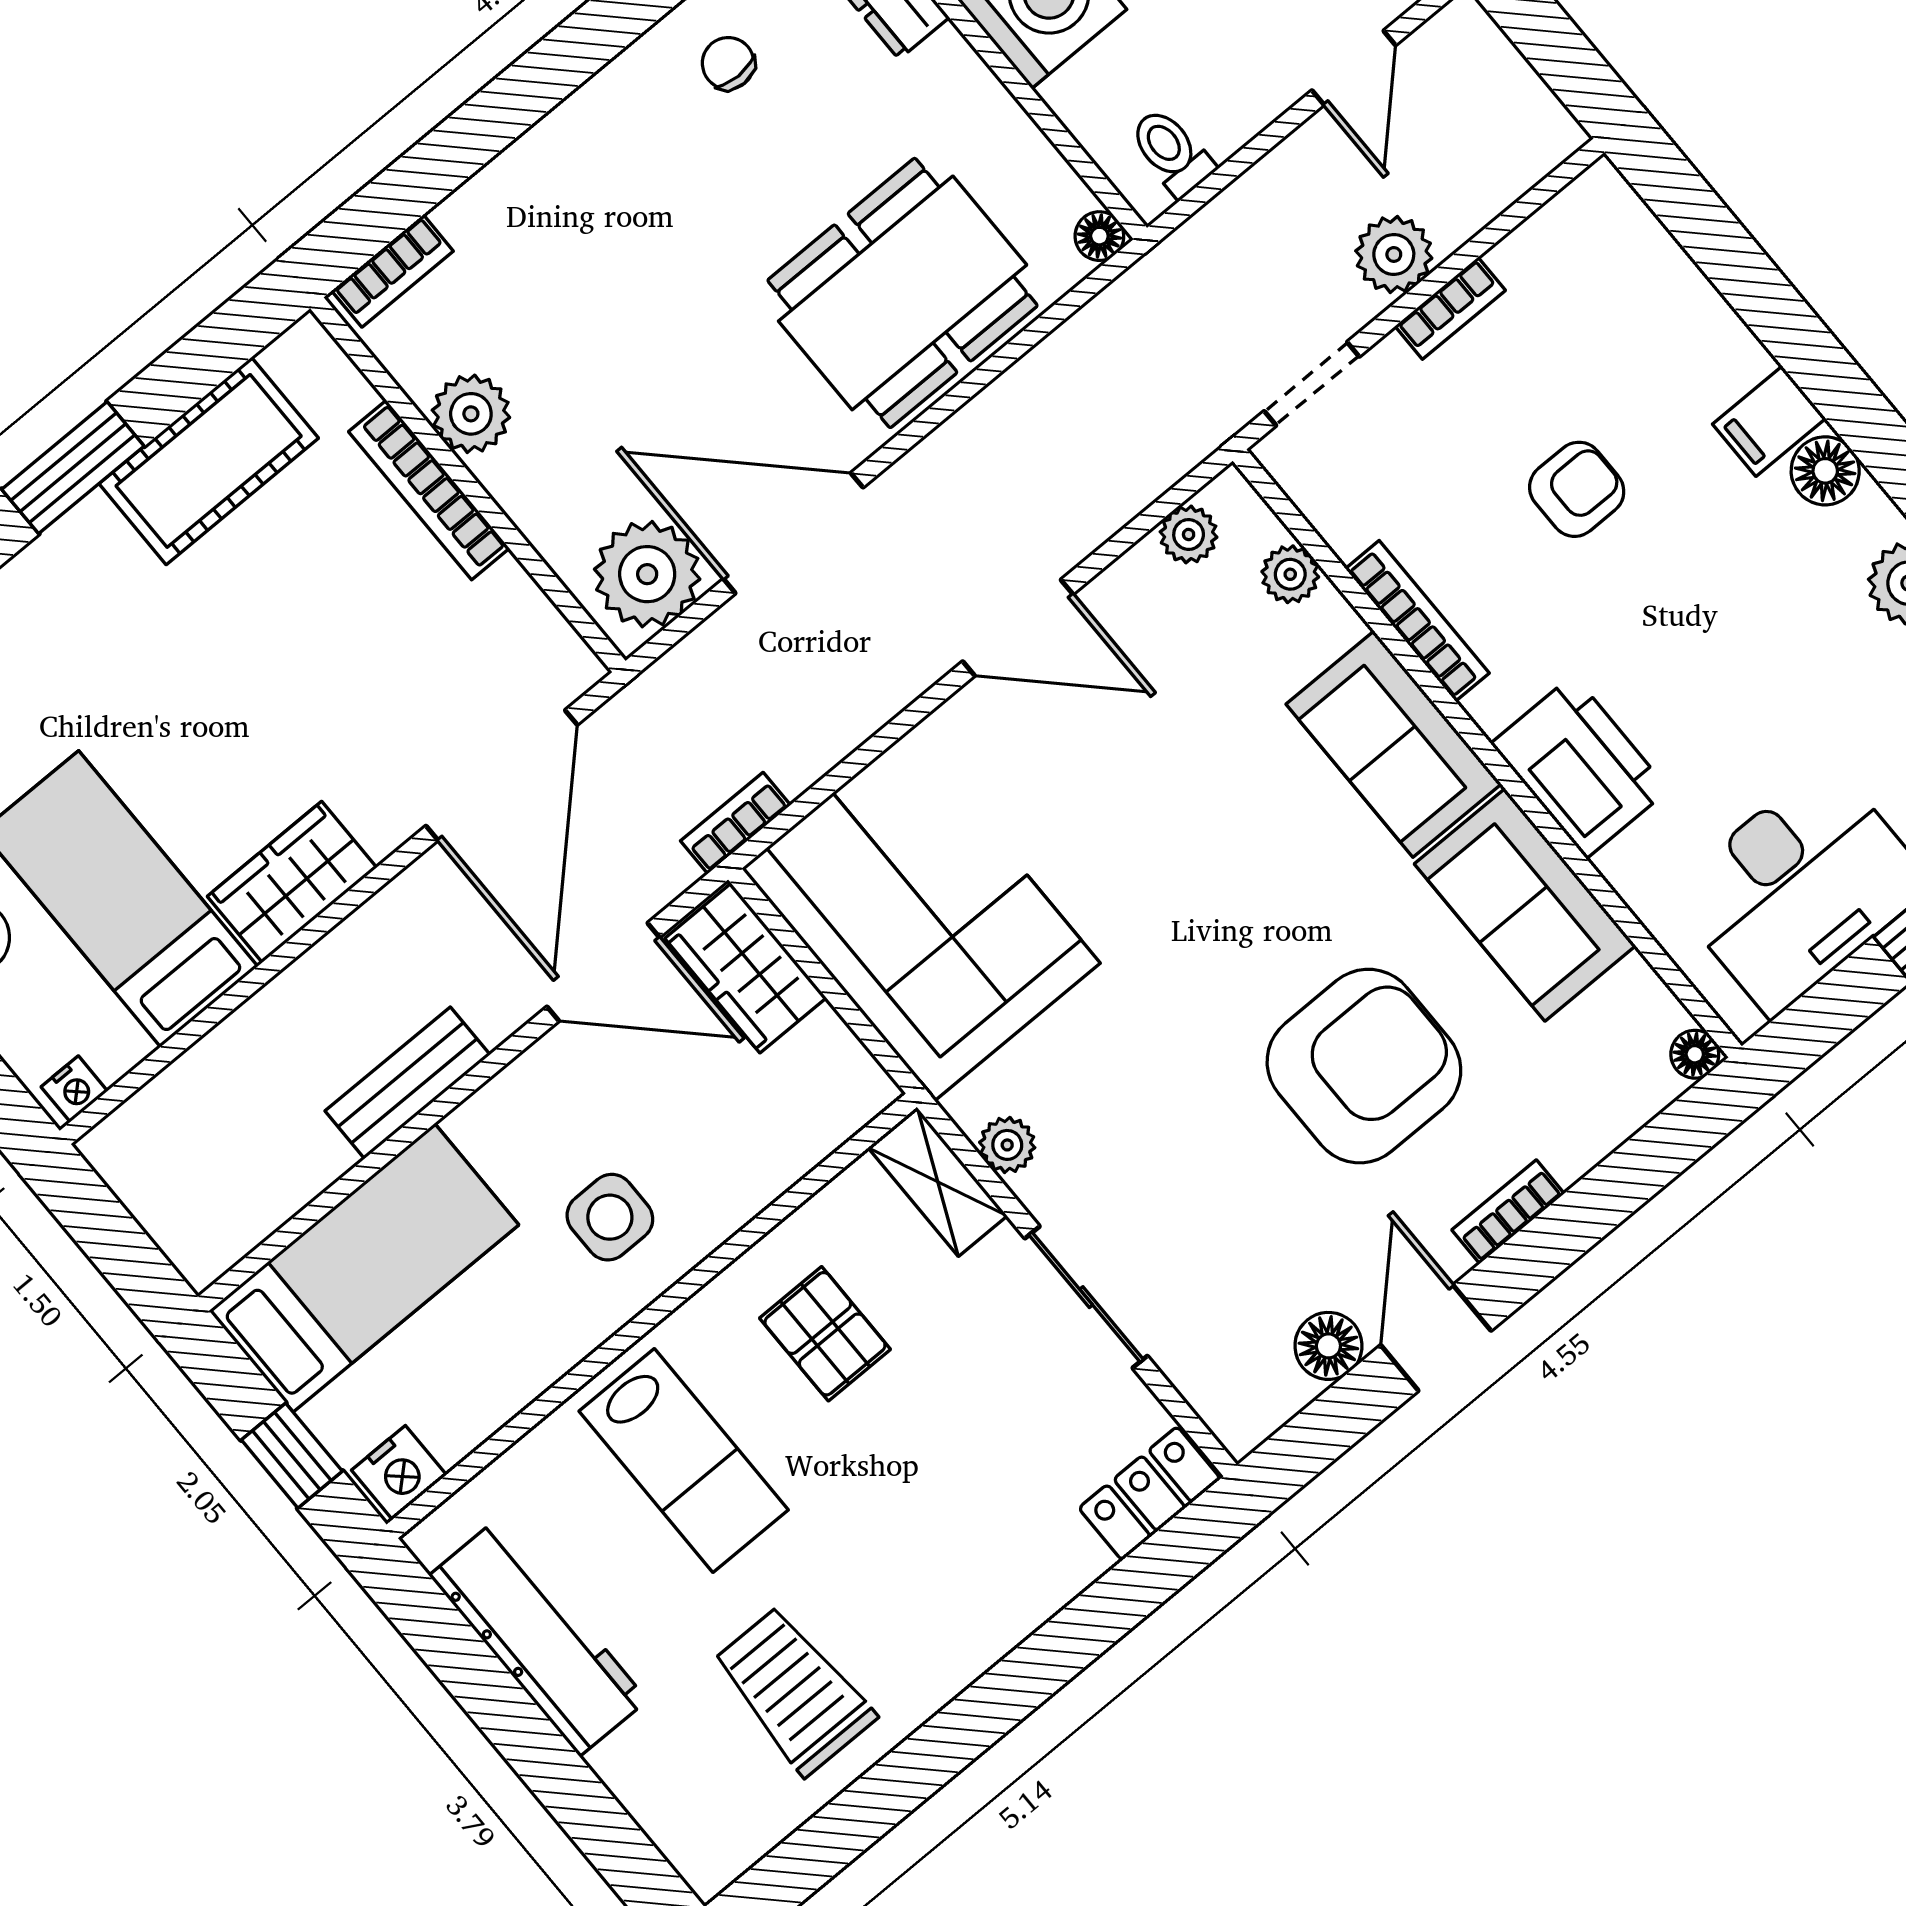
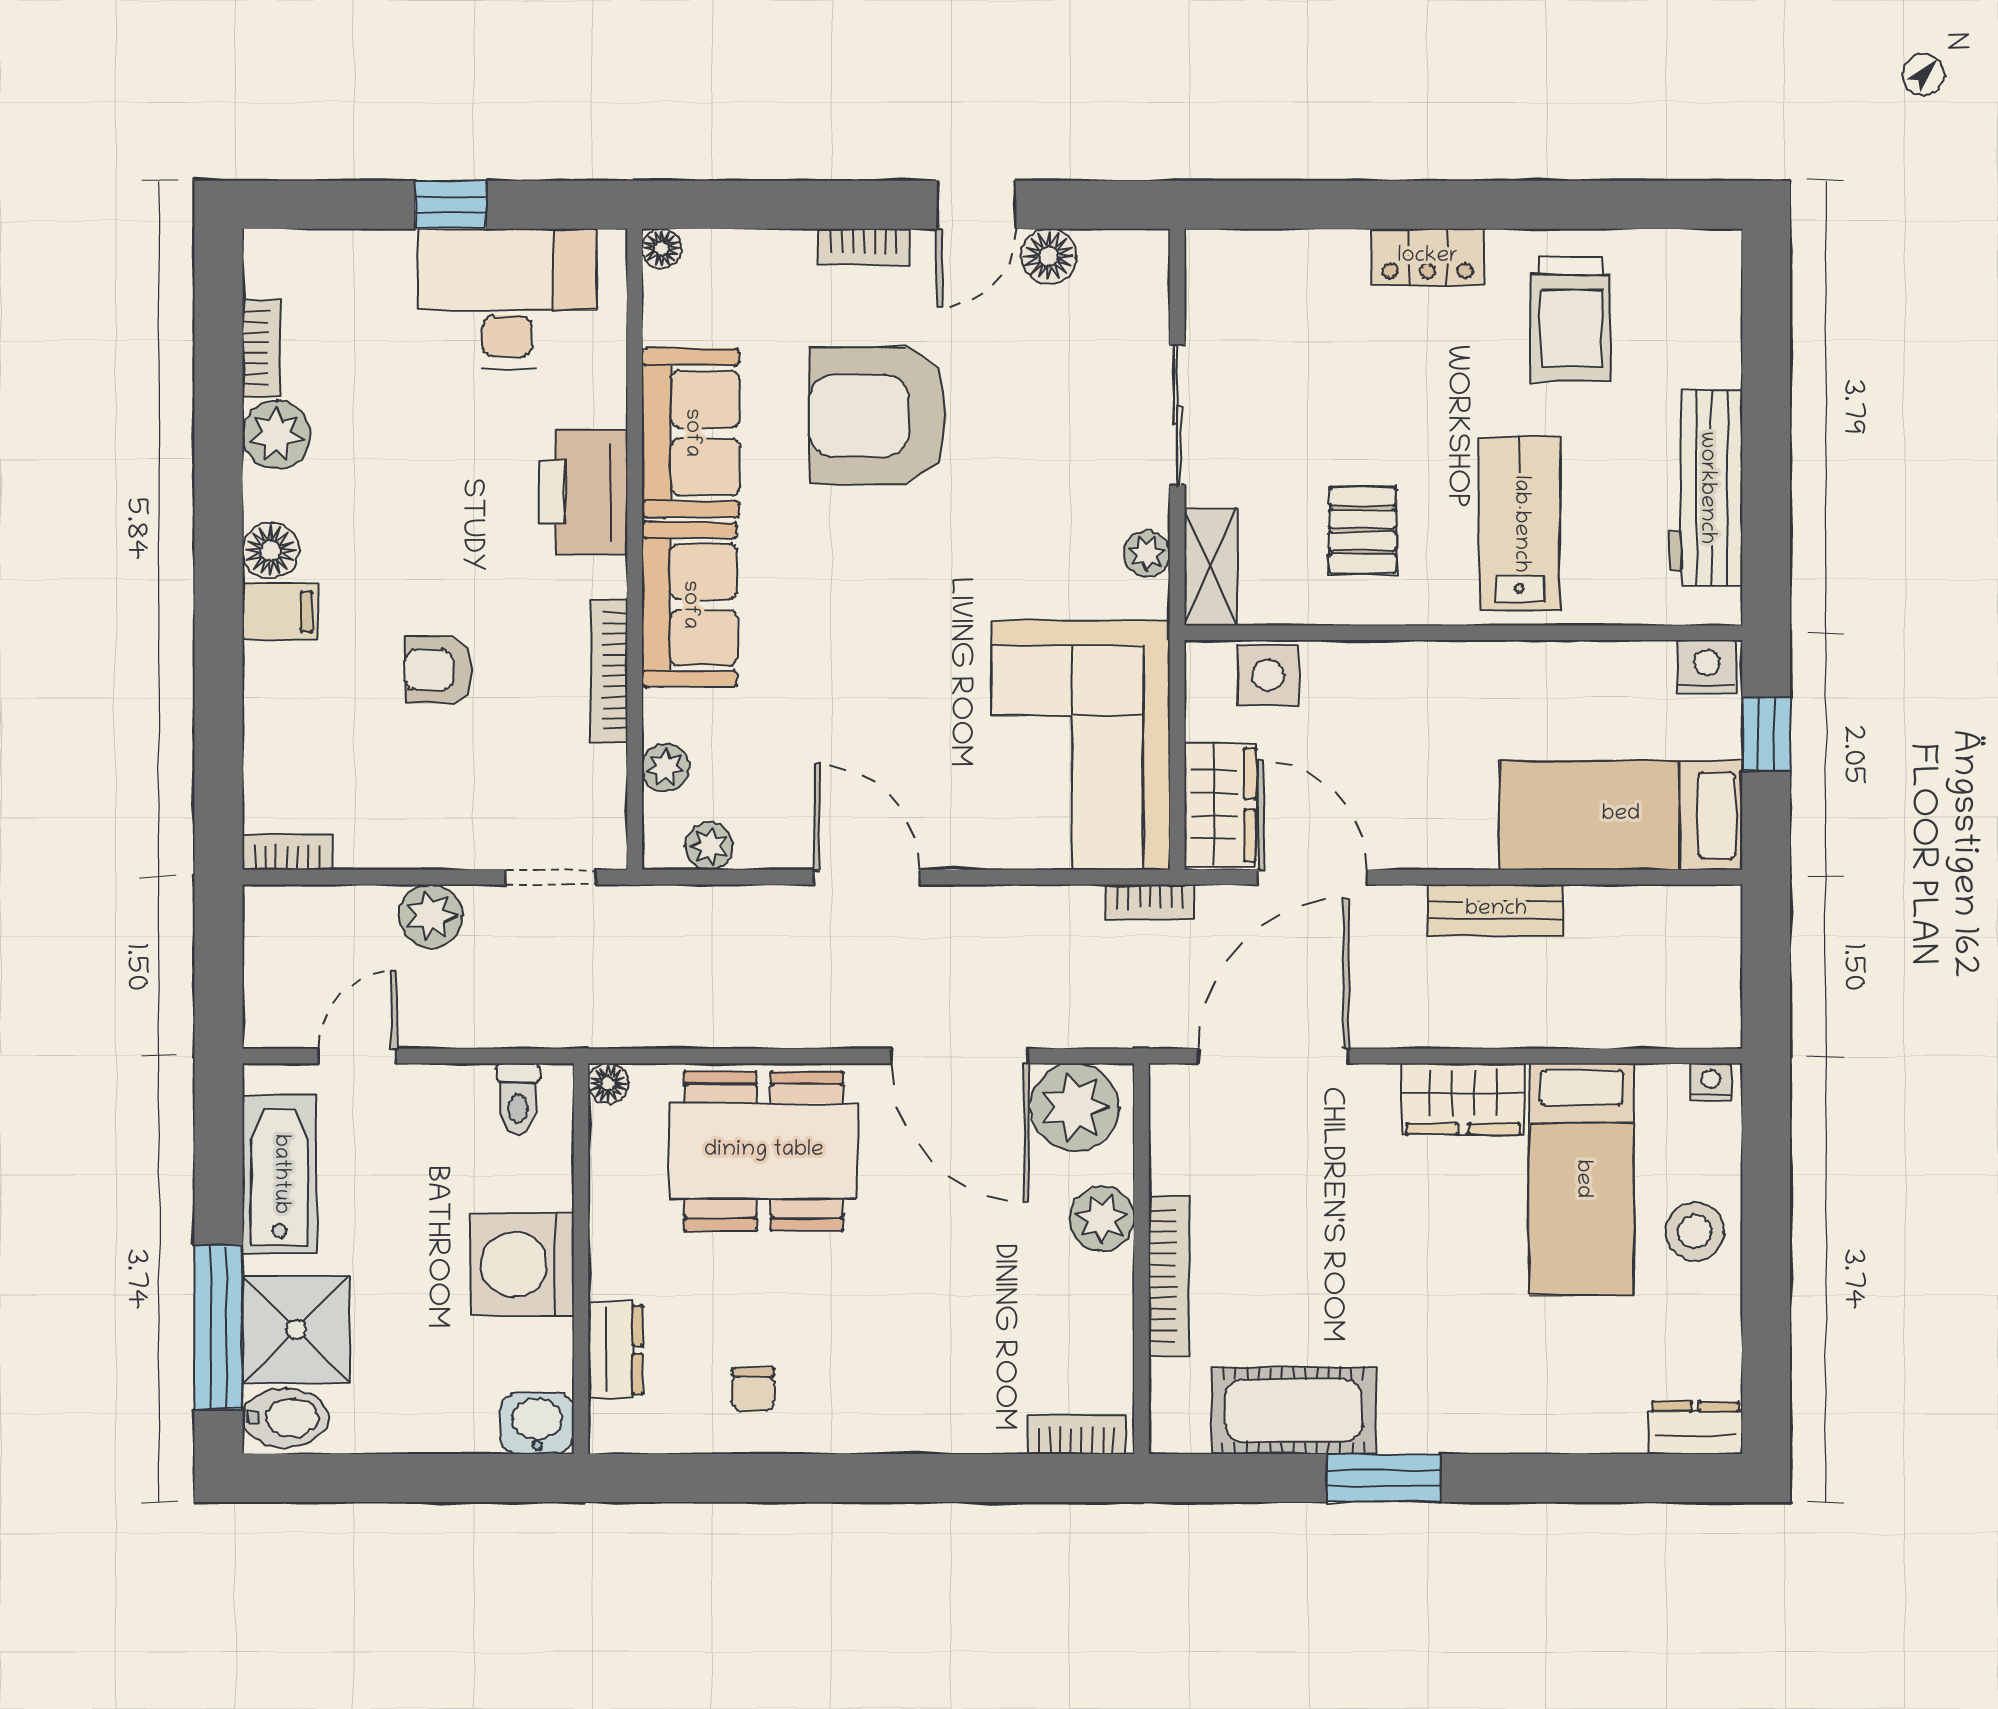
bookcase: (1450, 308) -> (287, 852), moved
plant: (471, 414) -> (1102, 1219), moved
side table: (610, 1217) -> (1268, 675), moved
locker: (1150, 1493) -> (1428, 257), moved

